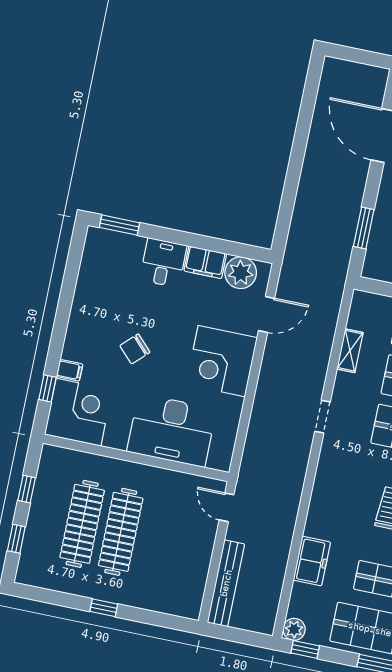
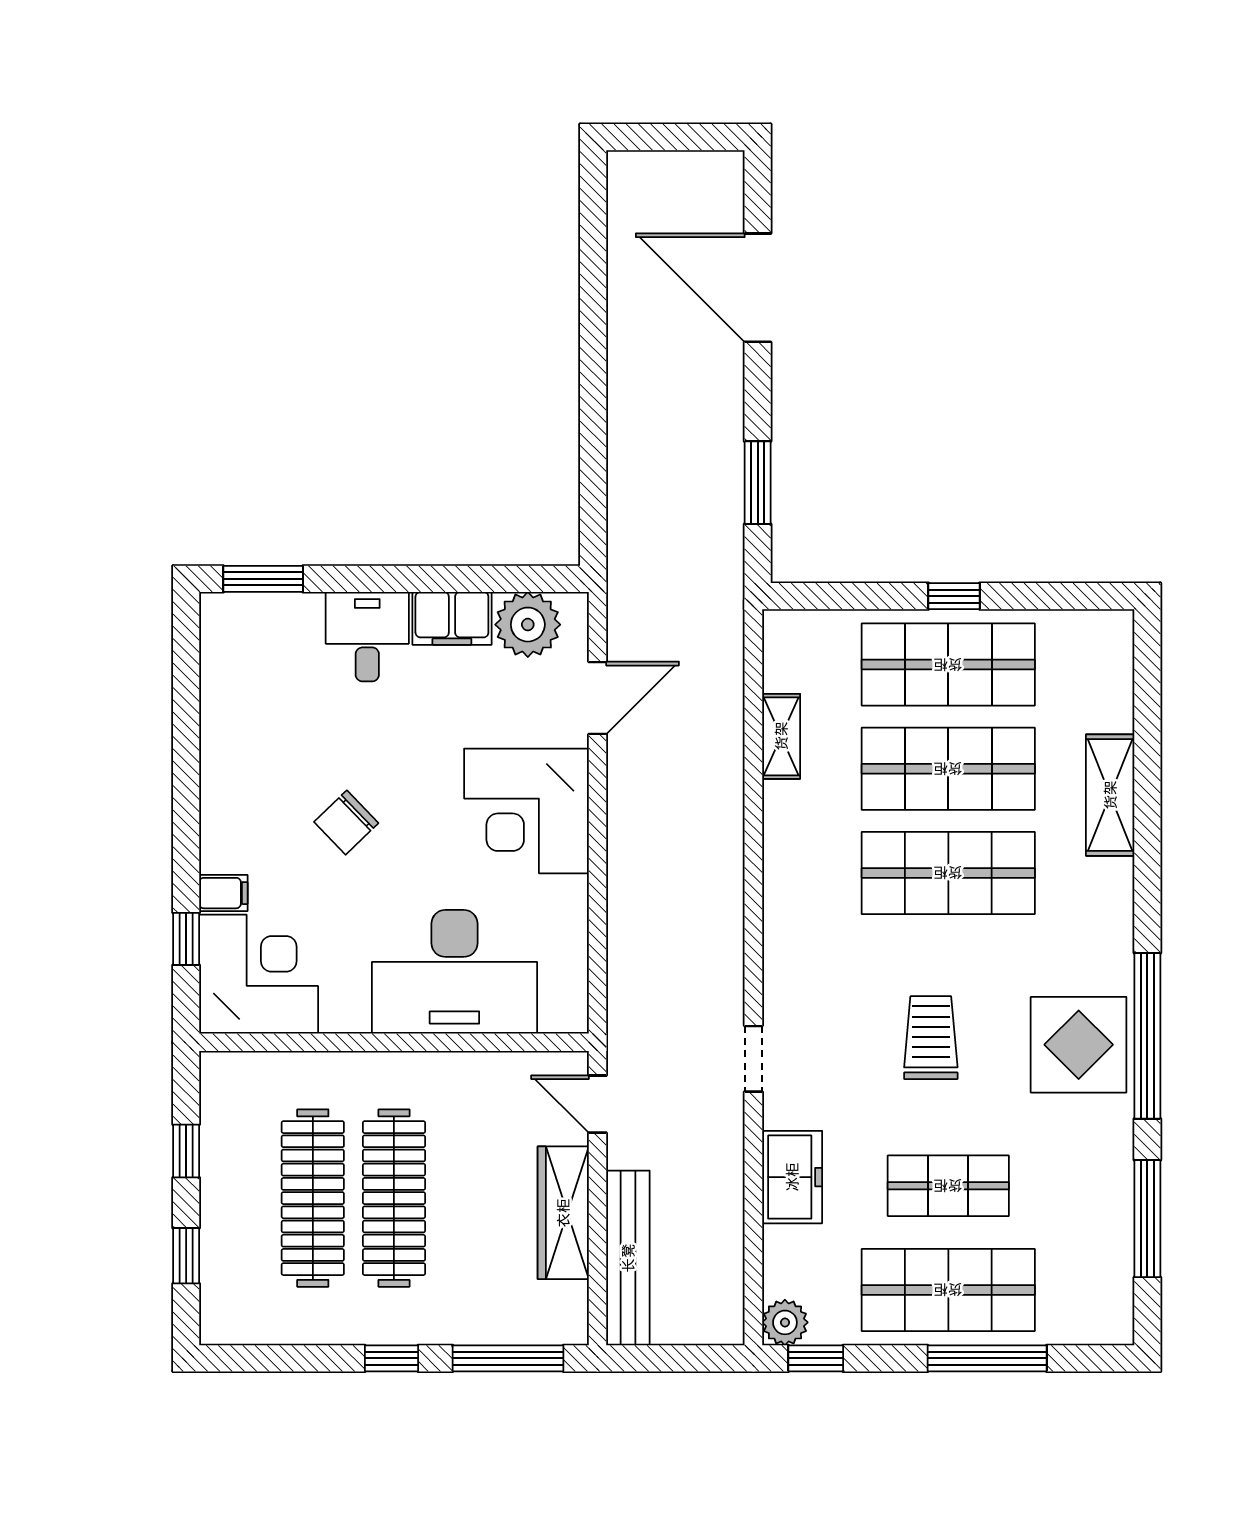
doorway: (323, 417) -> (753, 1059), moved
wardrobe: (200, 556) -> (563, 1213), added
window: (159, 619) -> (508, 1358), added

